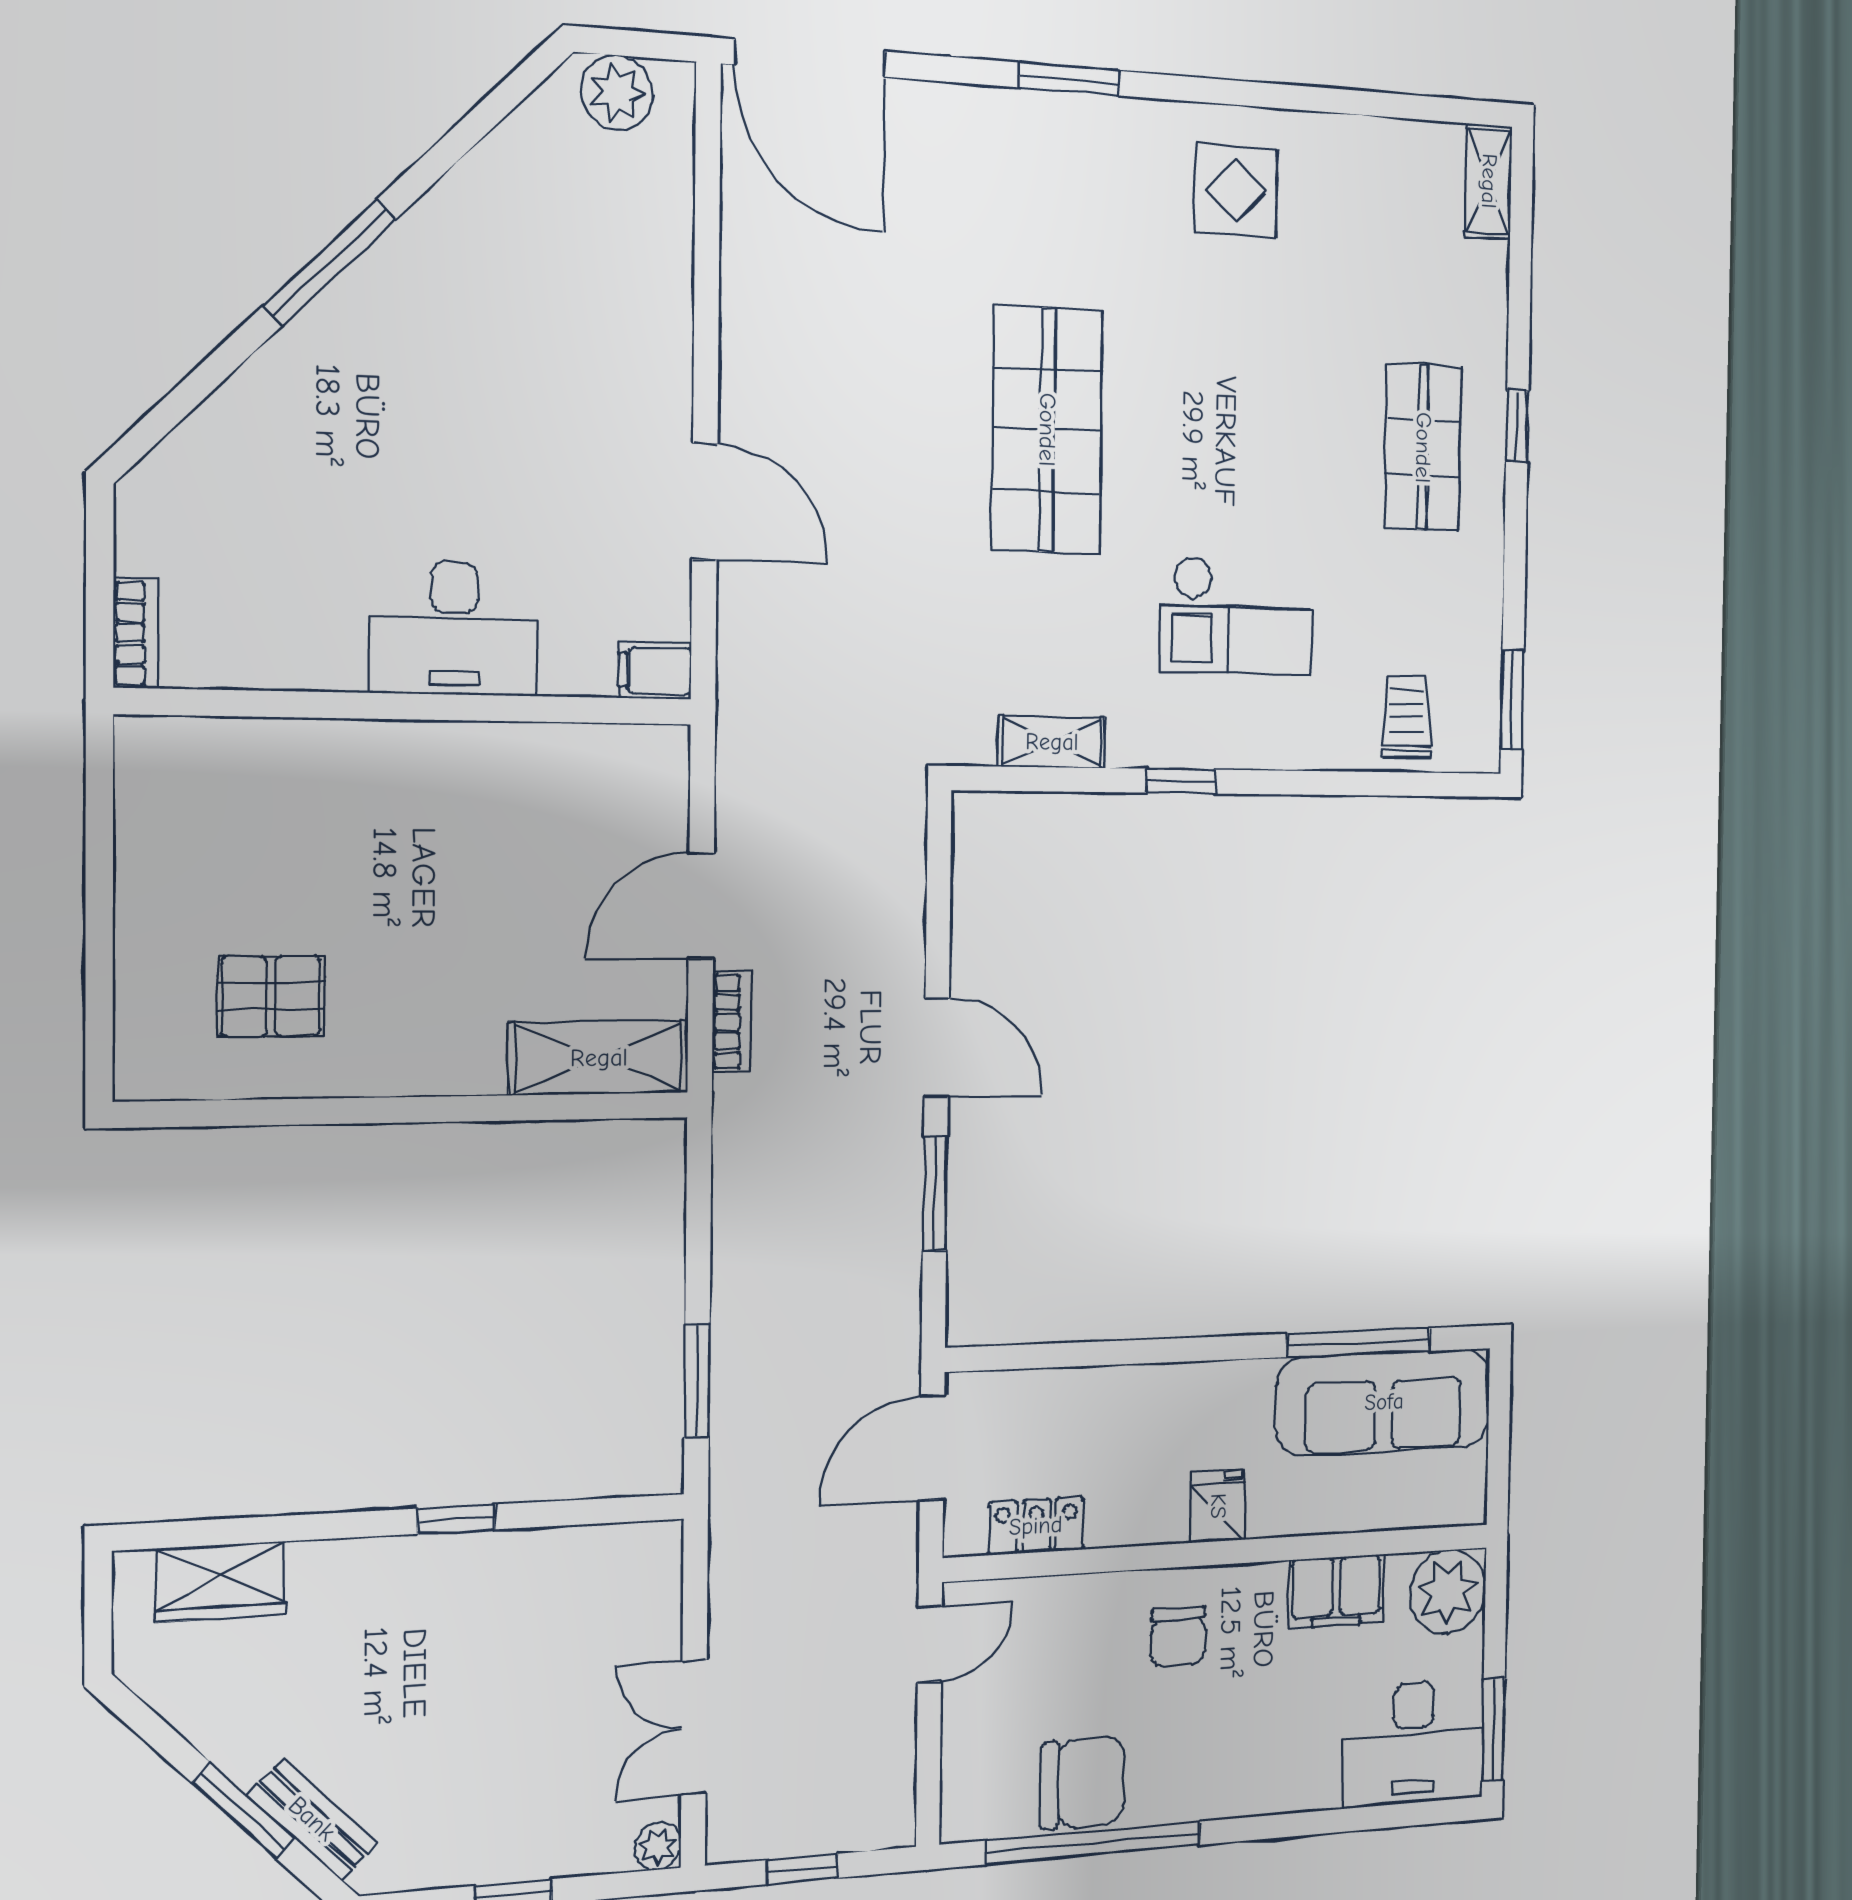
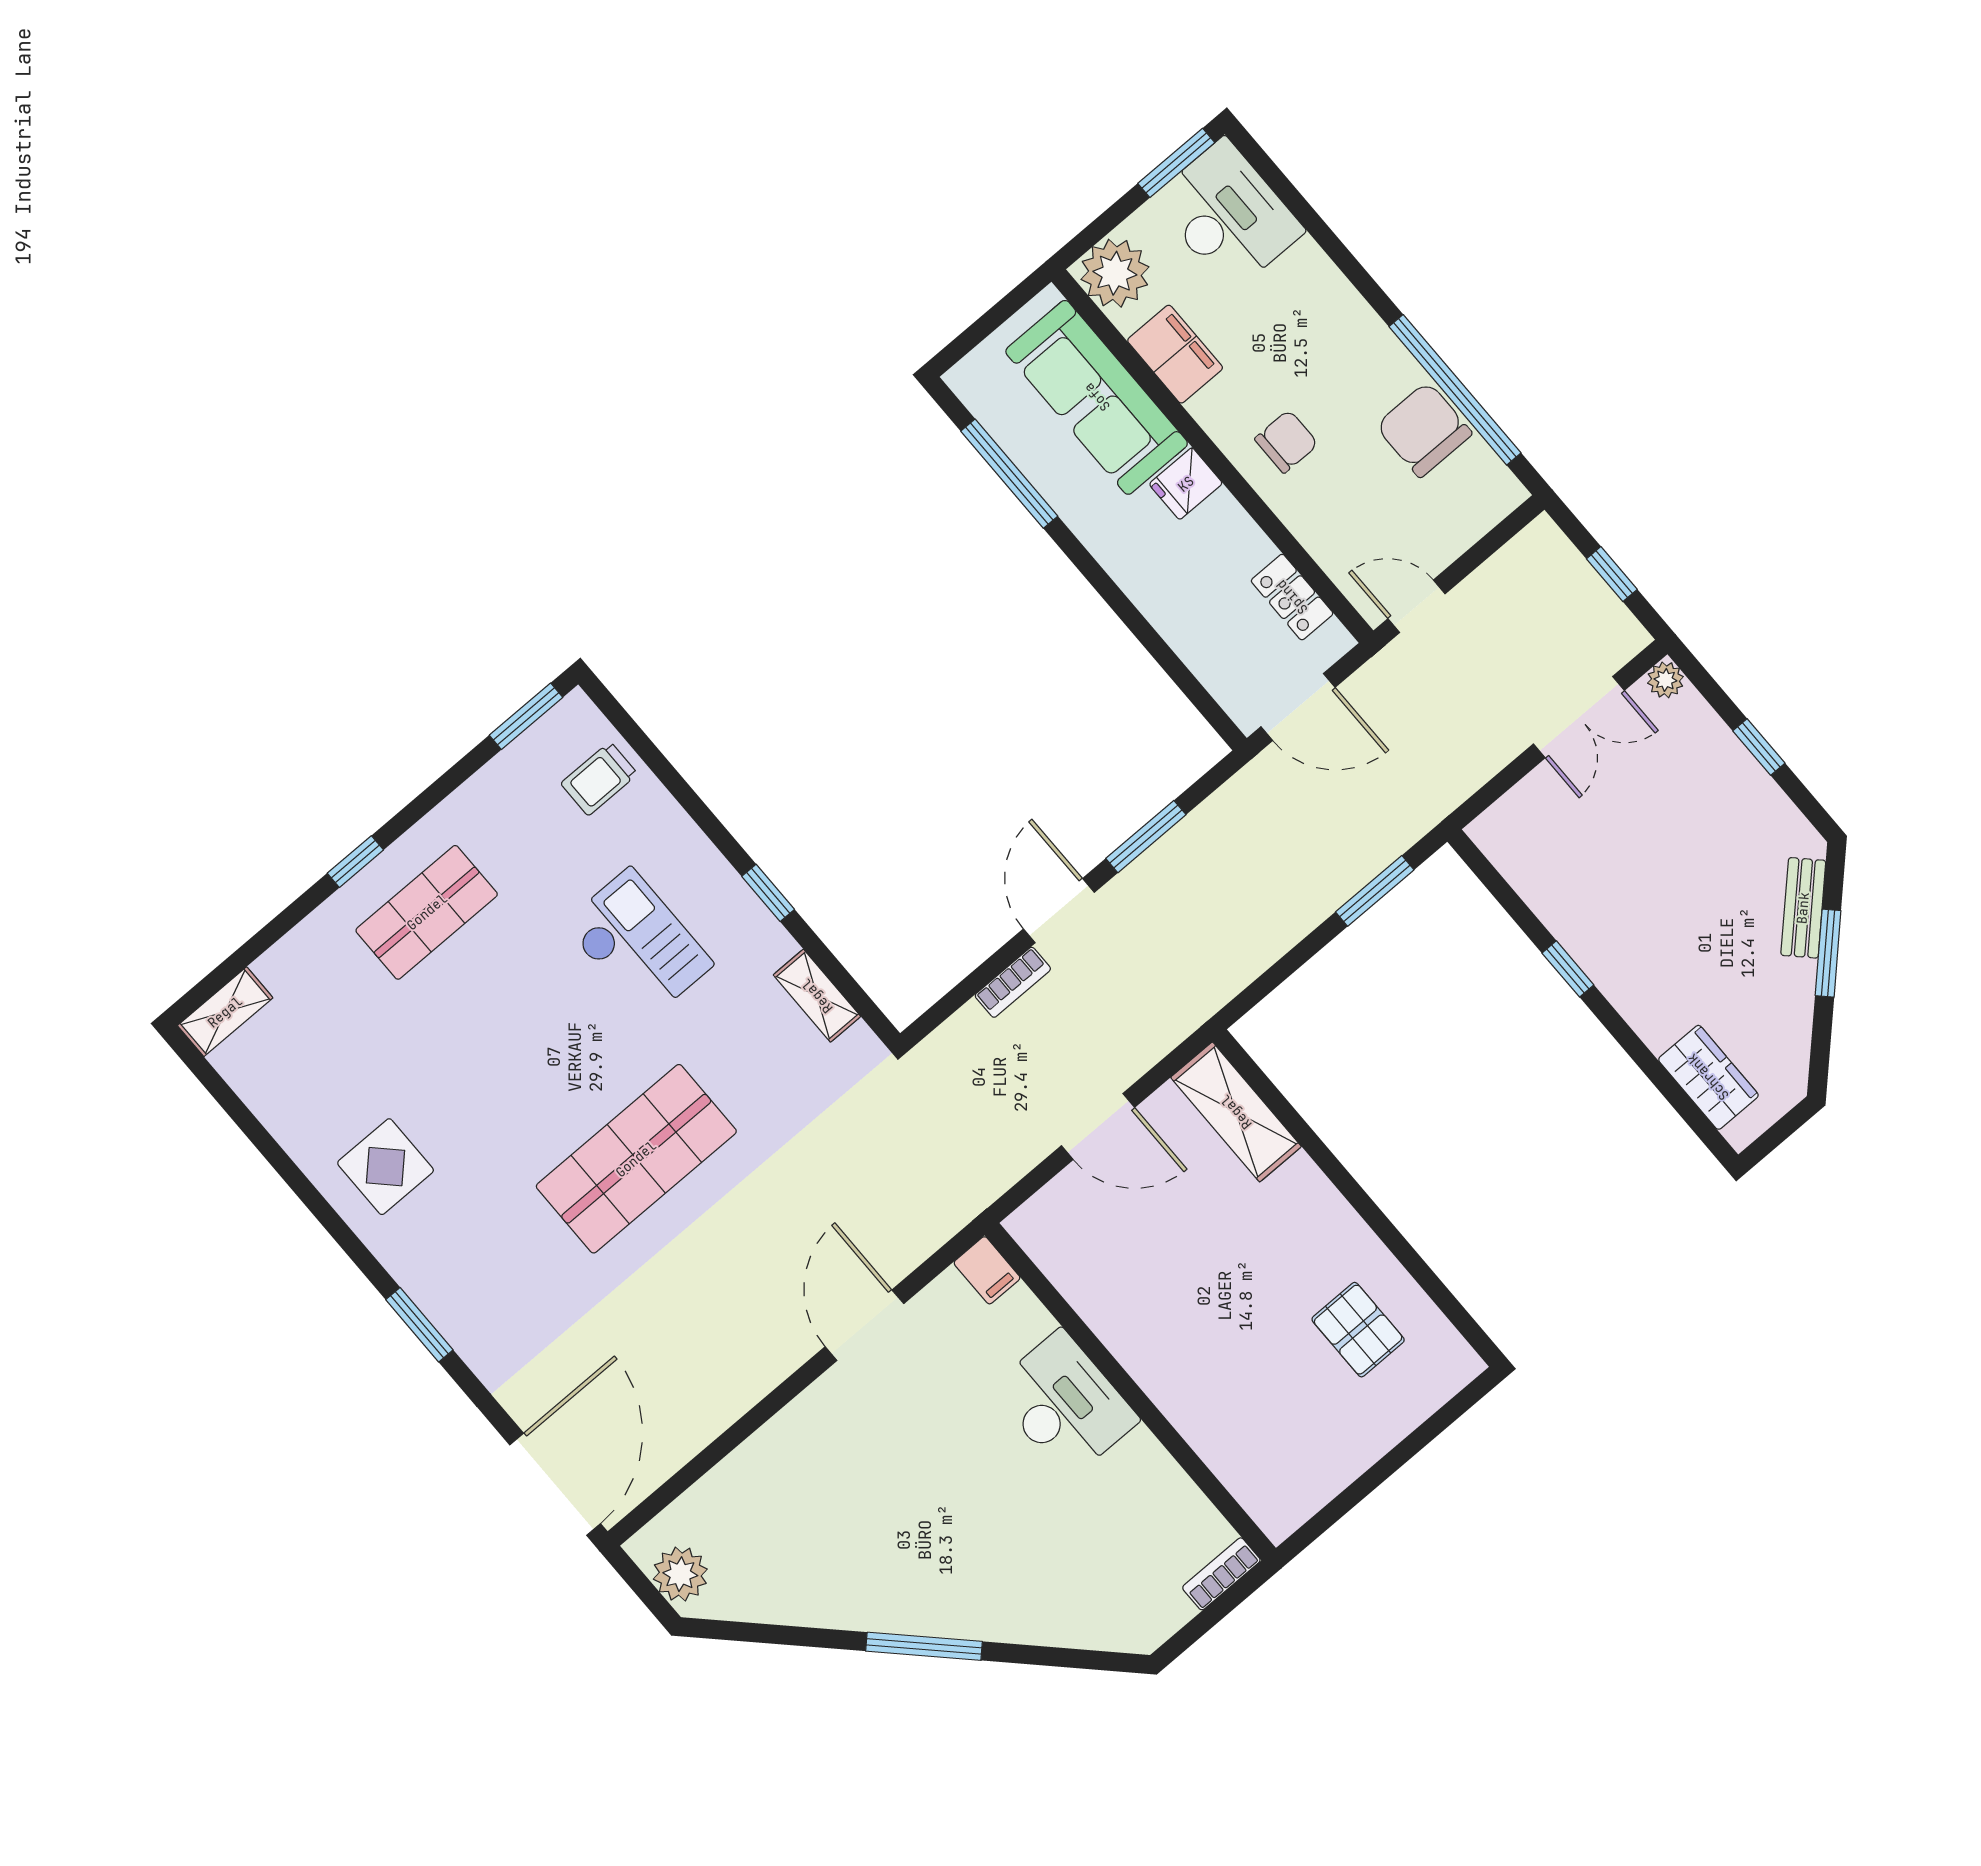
bookcase: (732, 1022) -> (1013, 982), moved, turned 180
sofa: (1384, 1402) -> (1097, 397), moved, turned 180

